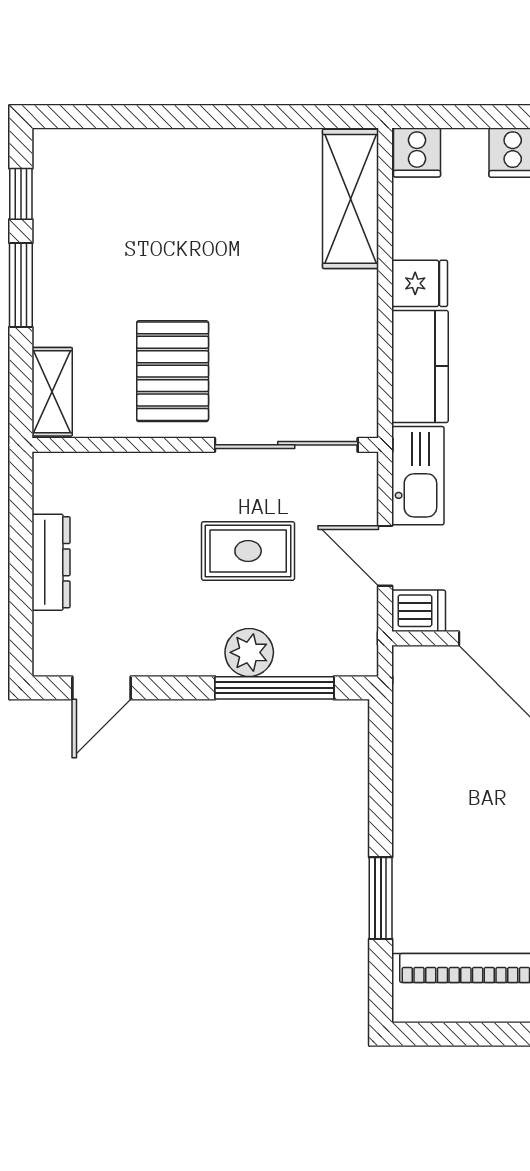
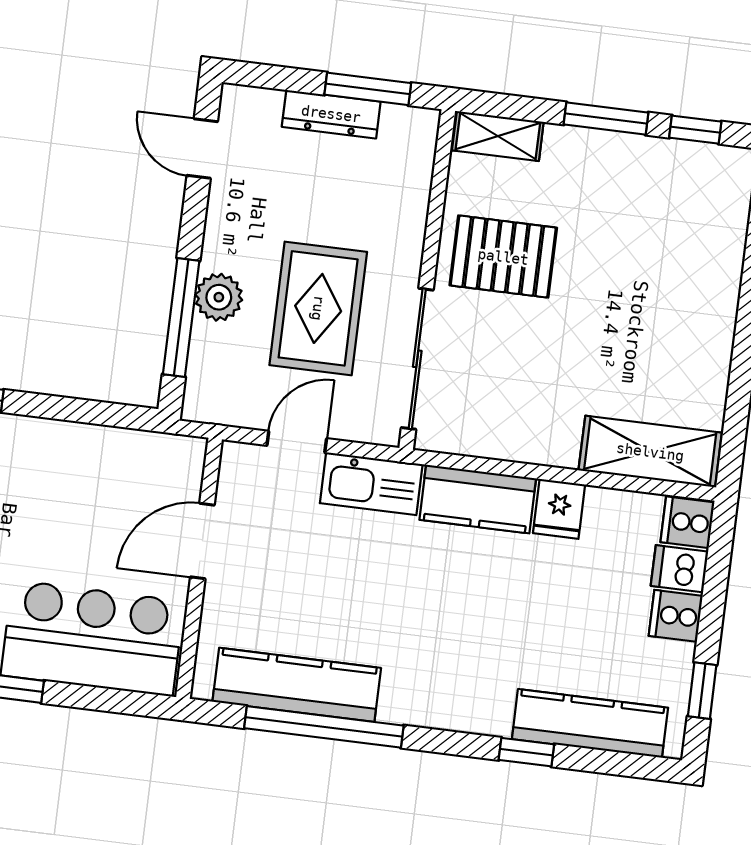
window: (21, 529) -> (368, 89), added
rug: (248, 551) -> (318, 308), width x1.36, depth x1.43
dishwasher: (419, 611) -> (679, 569), moved, turned 90

